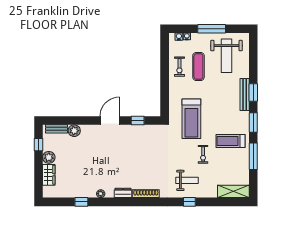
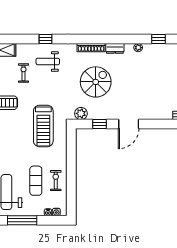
treadmill: (191, 119) -> (43, 126), turned 180
plant: (74, 131) -> (81, 113), moved
exercise bike: (203, 154) -> (23, 73), moved
spiral stairs: (141, 161) -> (96, 82), added

